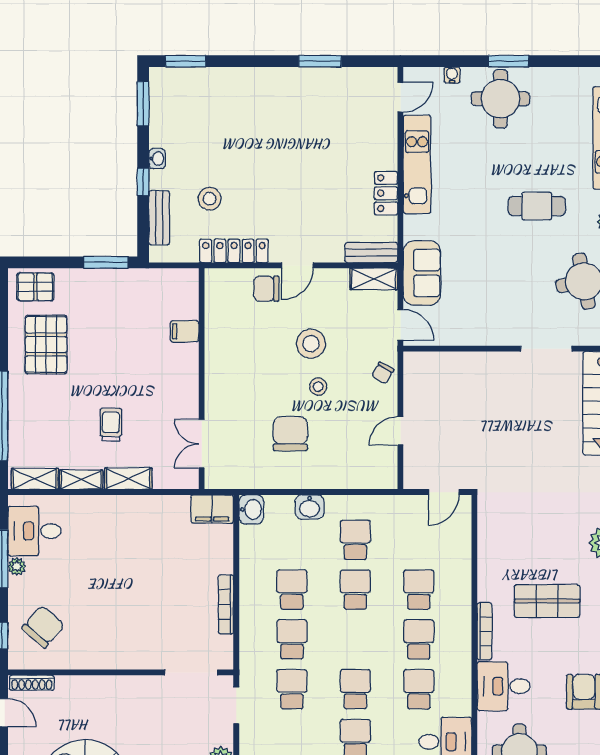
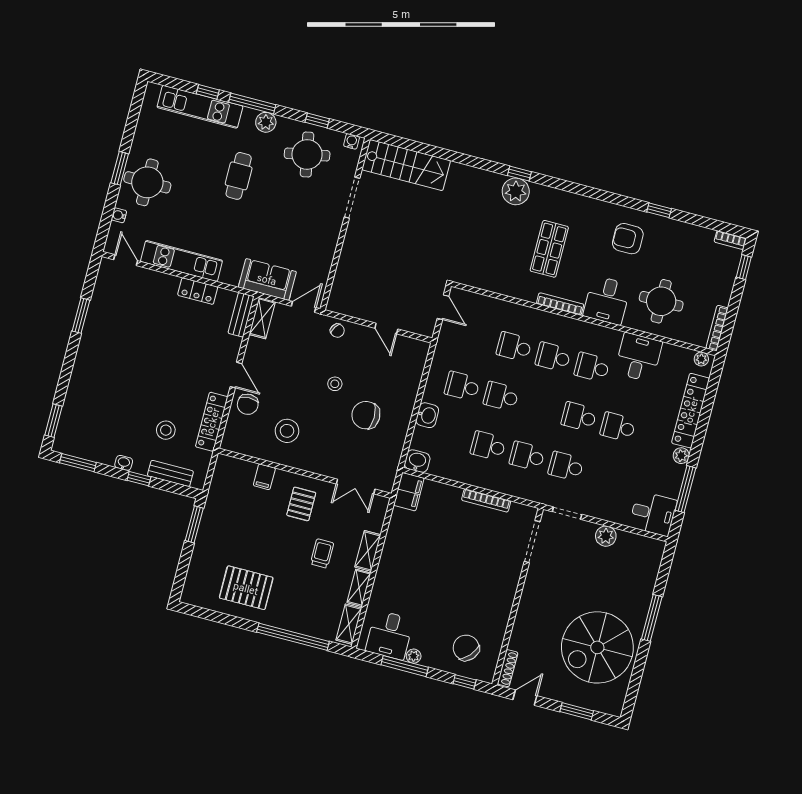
pallet: (35, 287) -> (301, 504), moved
stool: (311, 344) -> (287, 431), moved
trolley: (111, 425) -> (322, 553), turned 90

